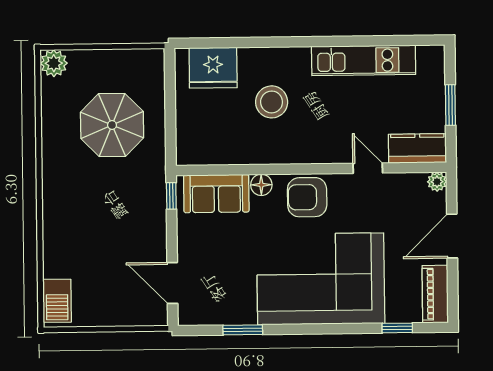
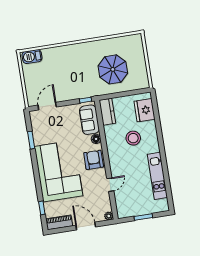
plant: (54, 63) -> (136, 40), removed
kitchen counter: (417, 148) -> (107, 112), moved

